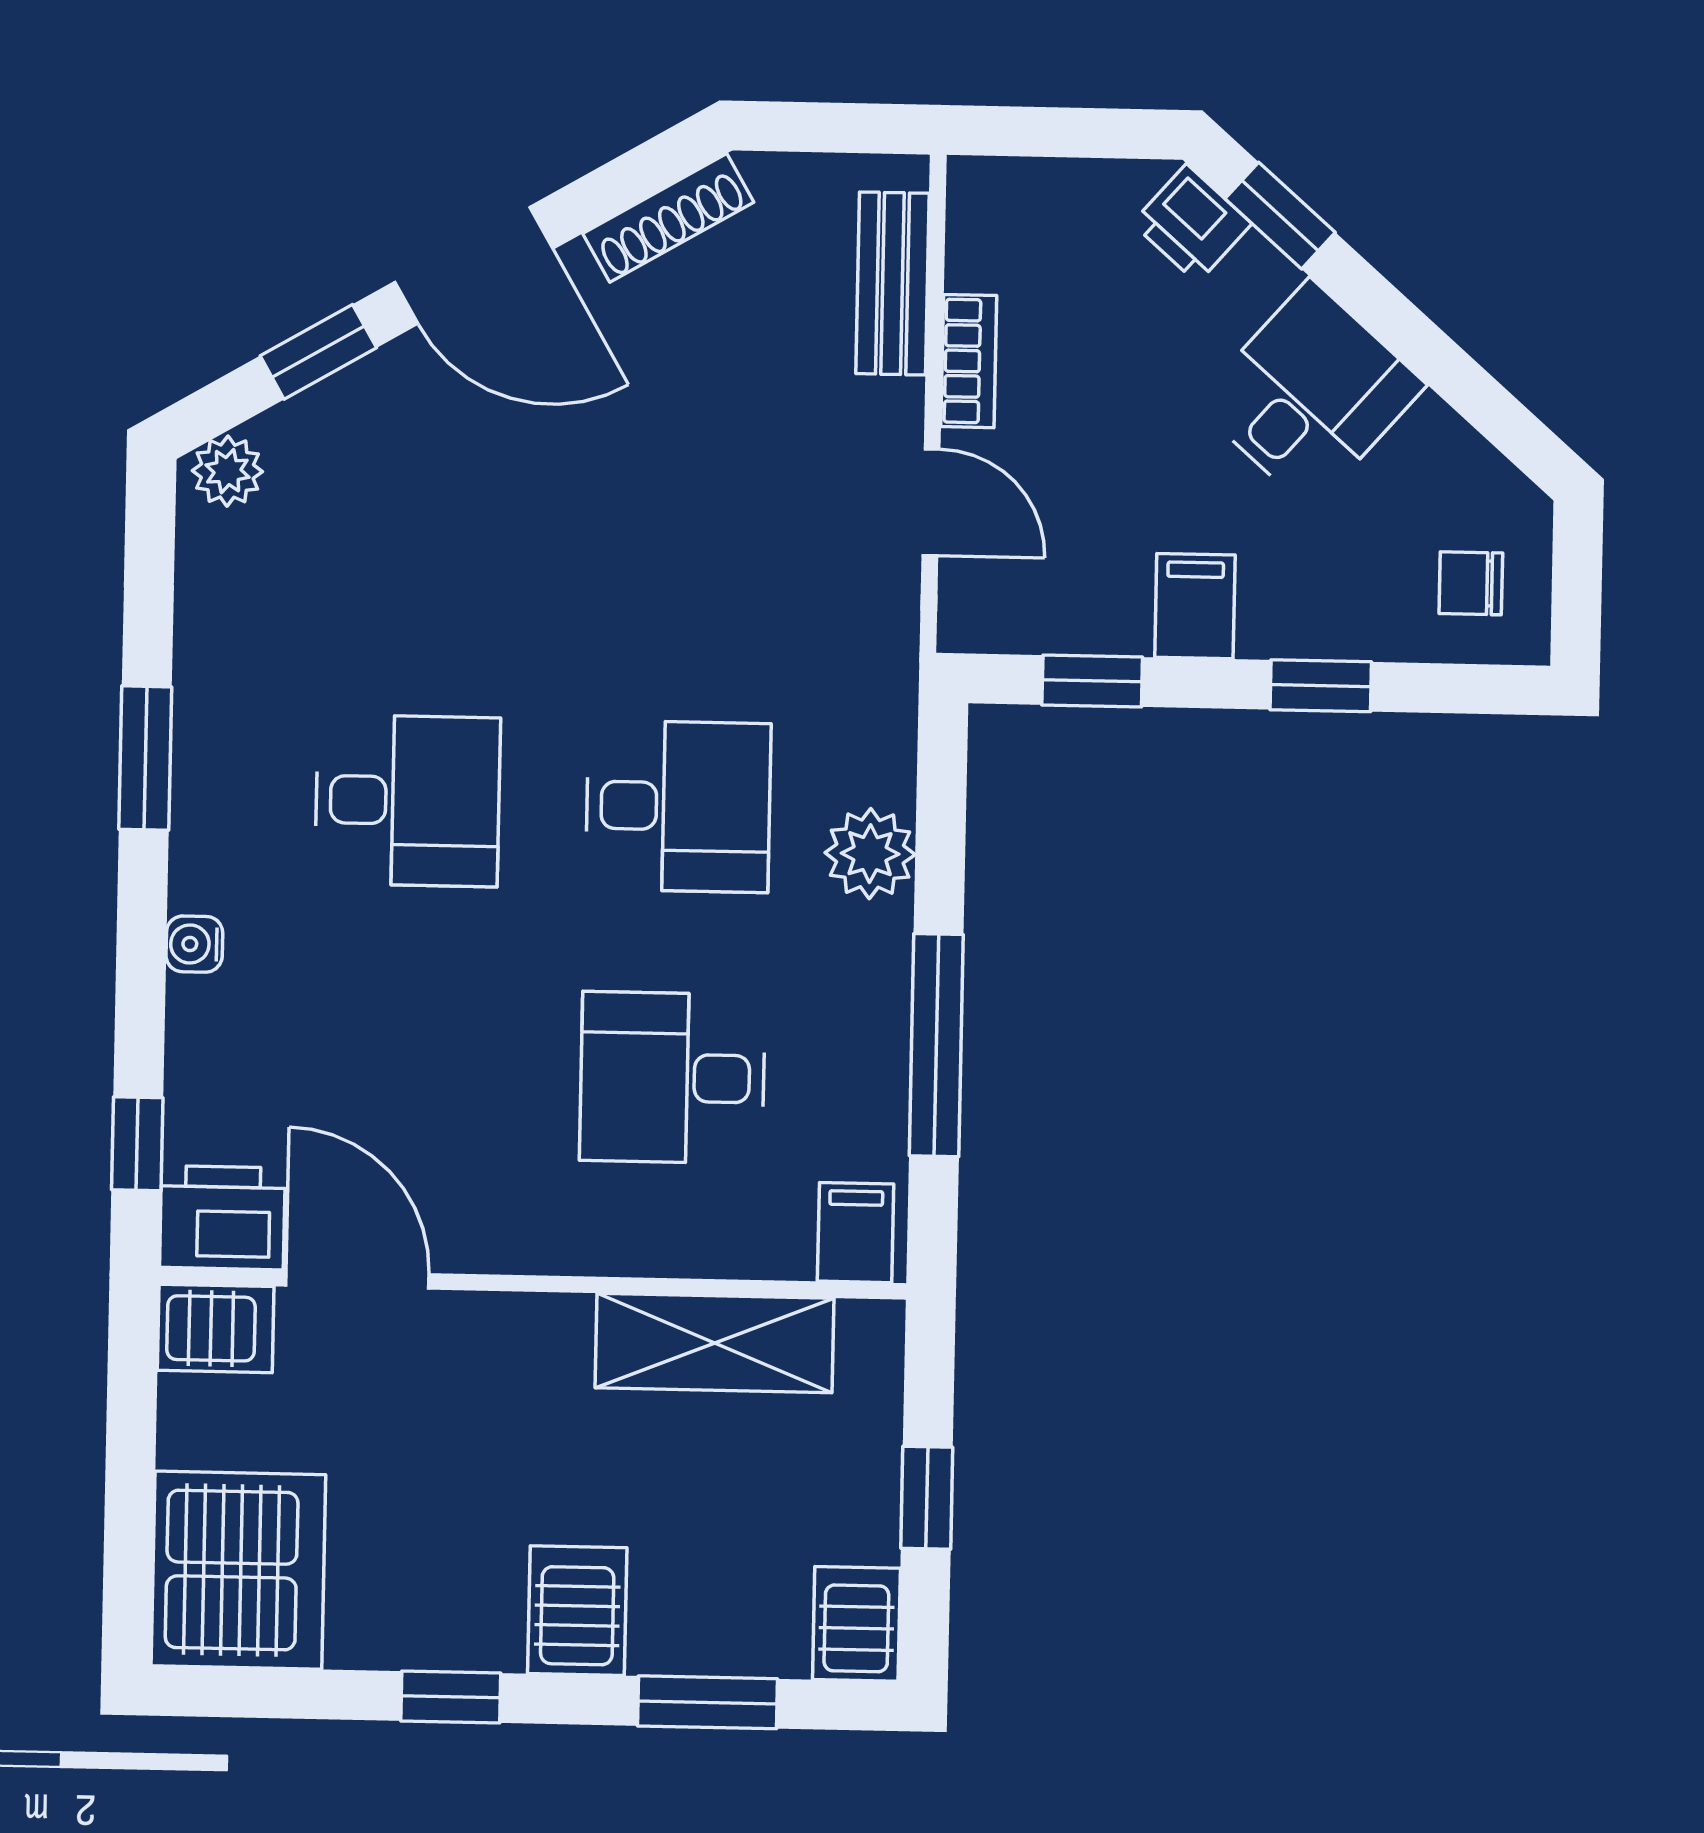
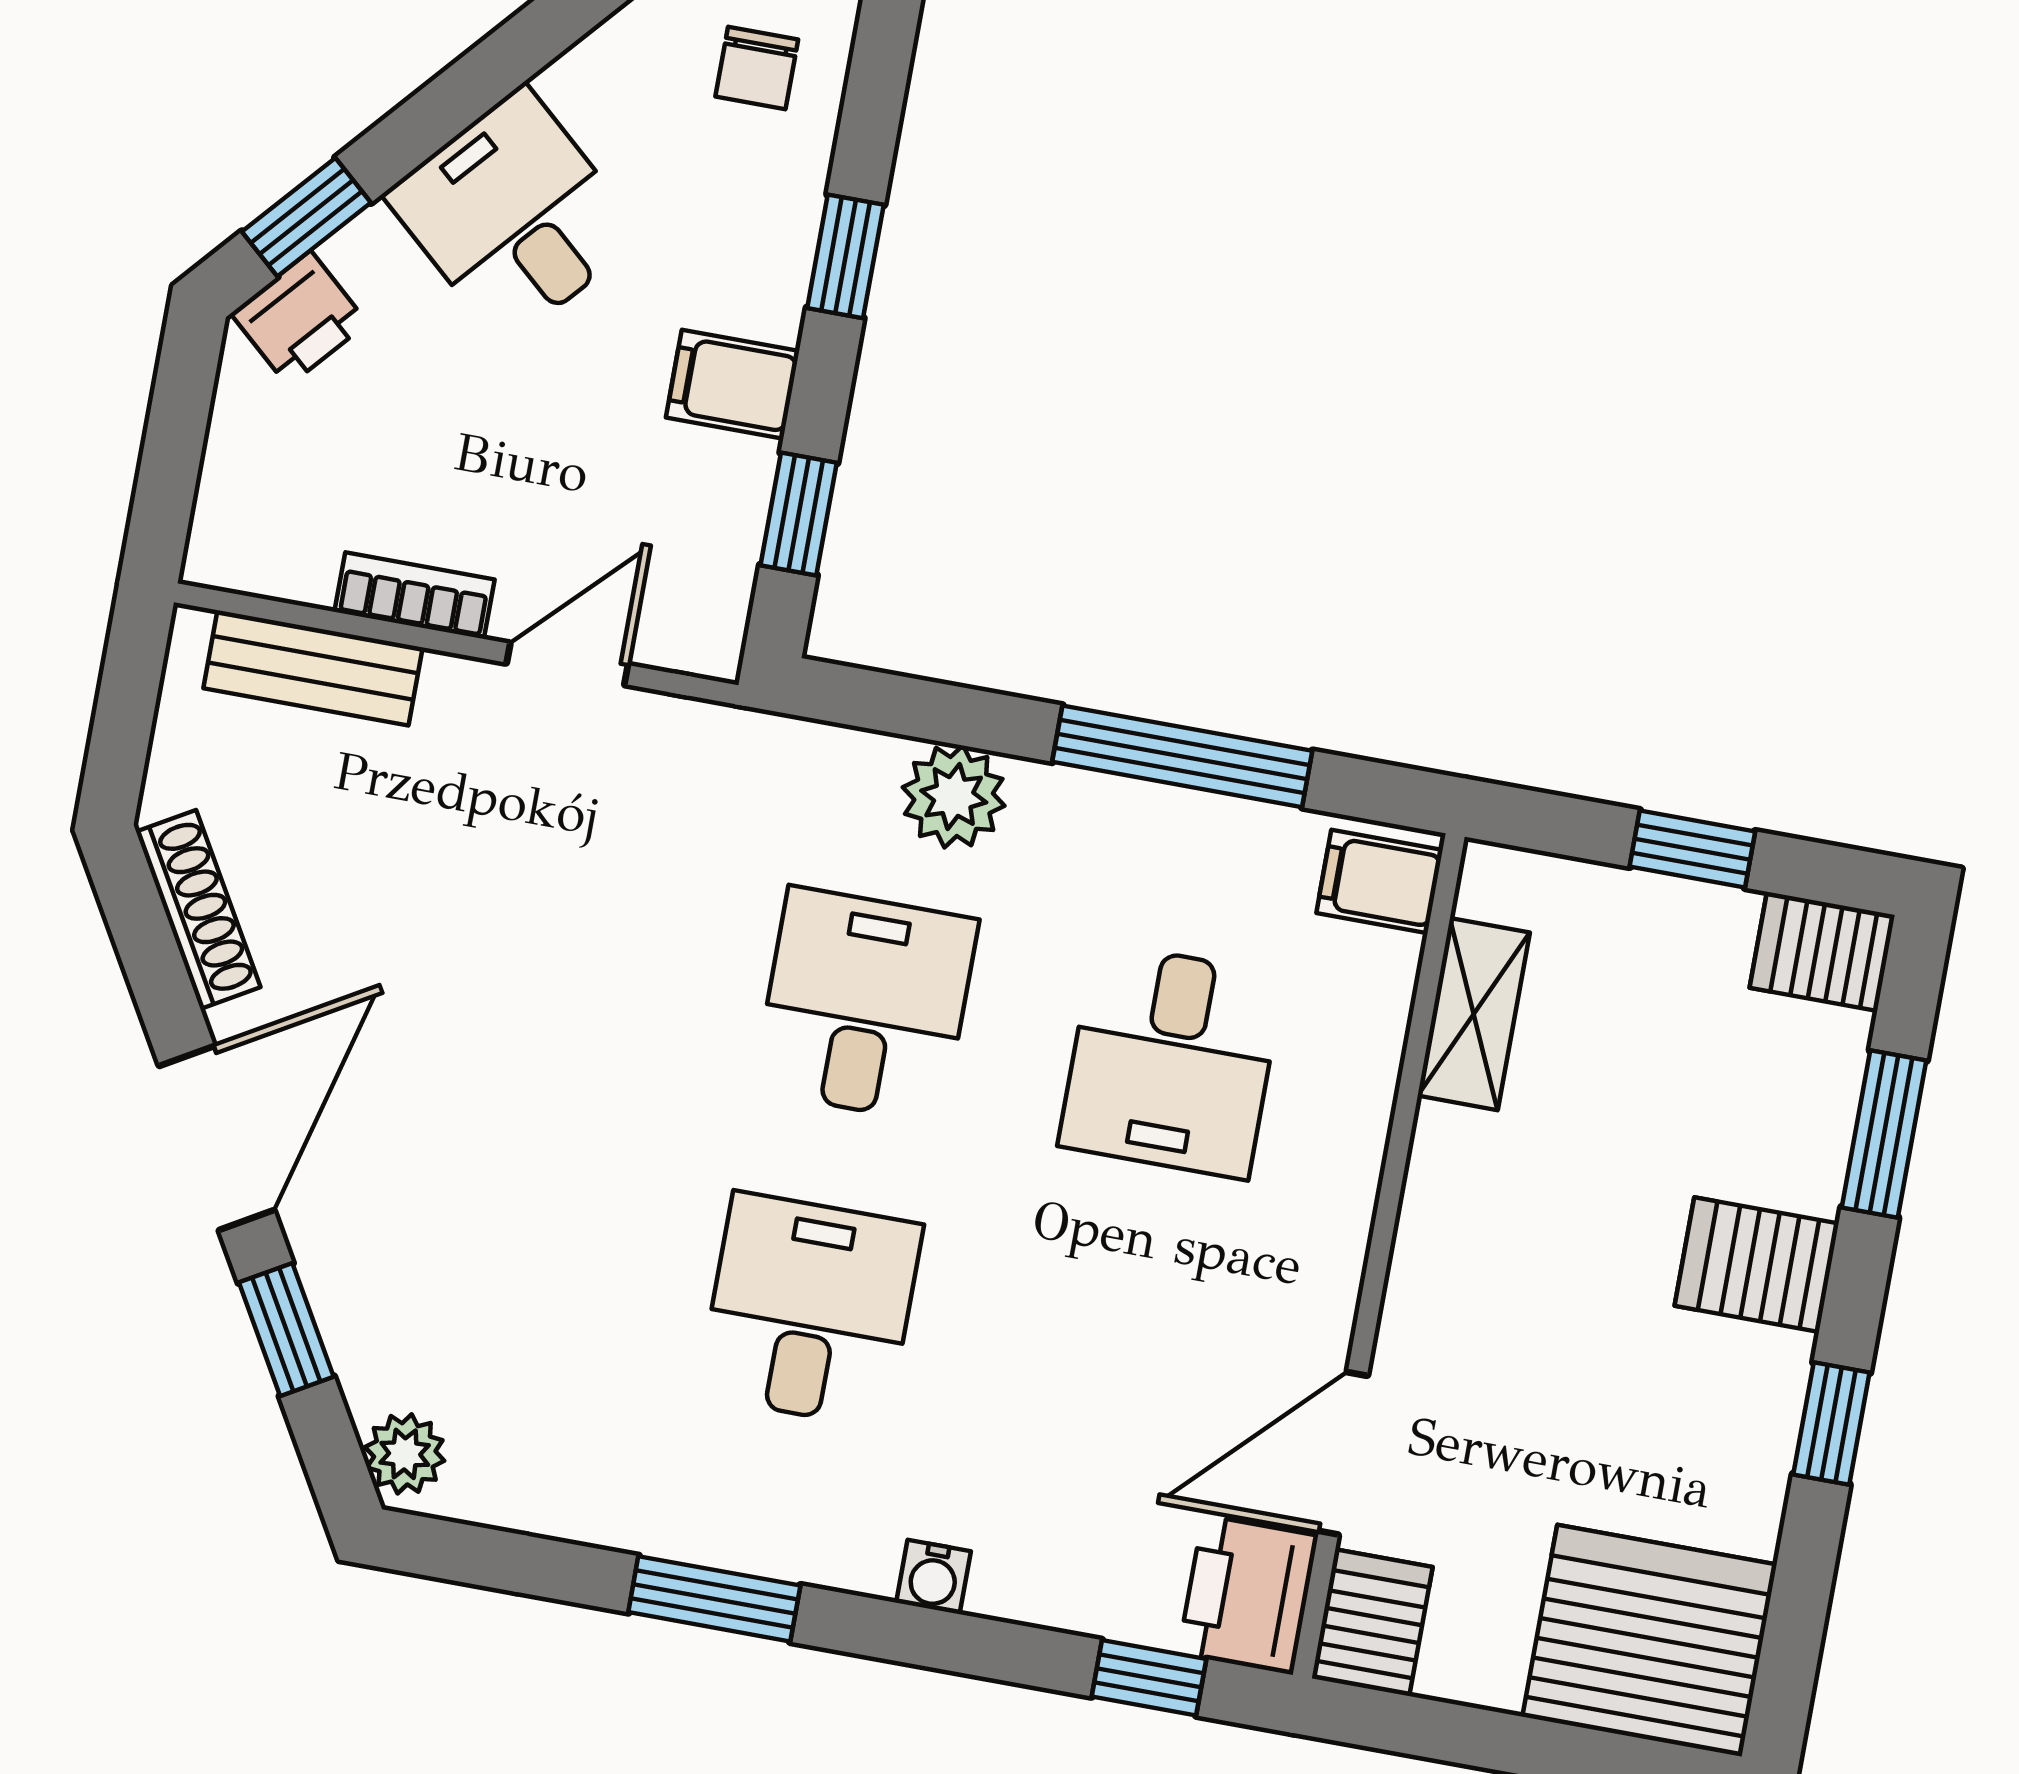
shelving: (715, 1343) -> (1474, 1014), width x0.67, depth x0.75

